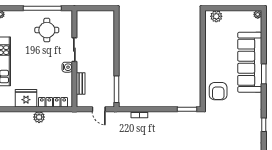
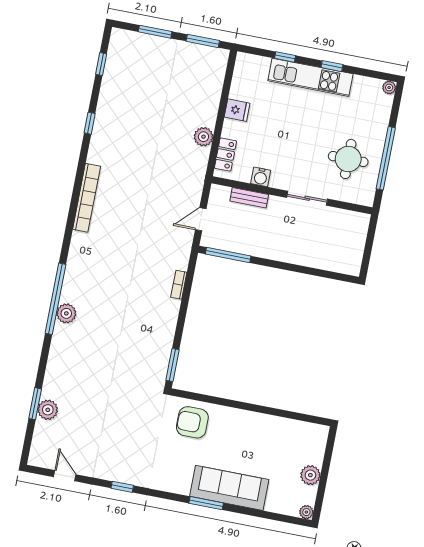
plant: (216, 16) -> (310, 475), moved
sofa: (250, 62) -> (229, 488), width x0.74, depth x0.79
water cooler: (67, 67) -> (261, 177), moved
fridge: (26, 98) -> (237, 110), width x0.53, depth x0.75
locker: (53, 102) -> (225, 155), width x0.66
plant: (39, 117) -> (203, 137), moved

